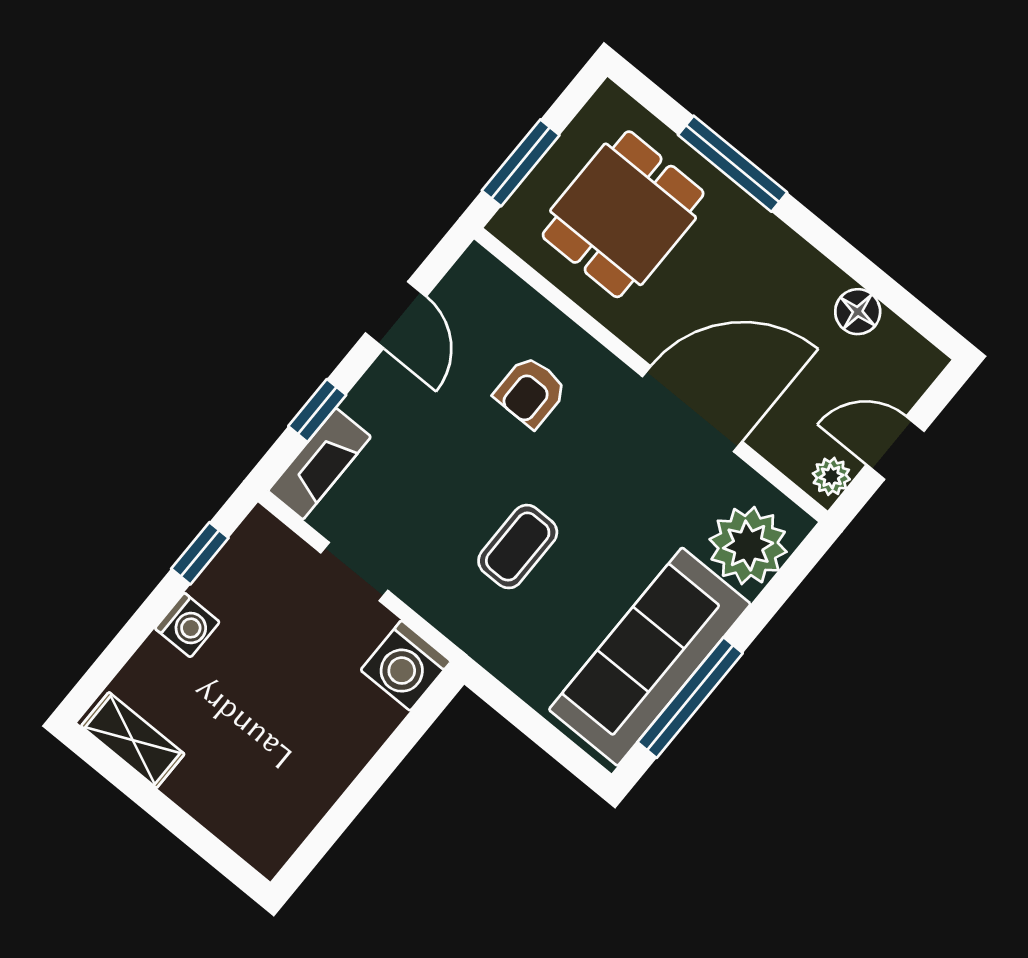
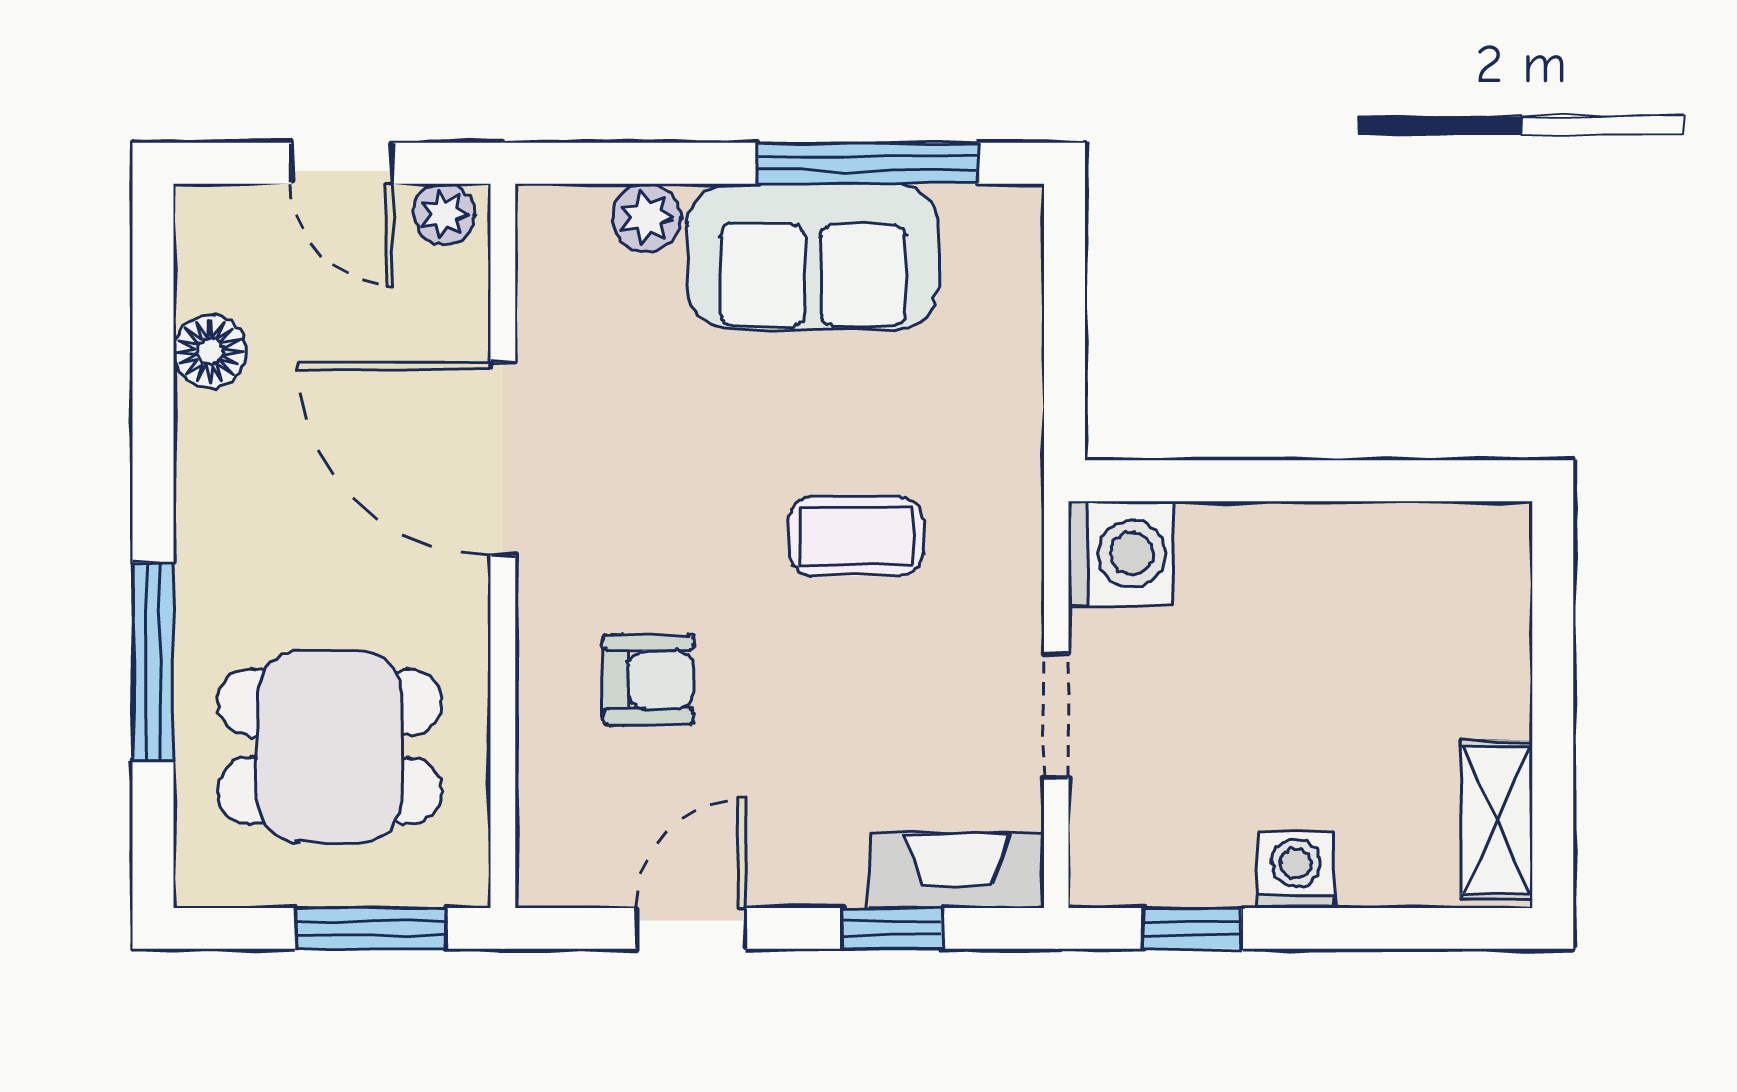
plant: (748, 546) -> (647, 218), width x0.53, depth x0.53
sofa: (650, 657) -> (813, 256), width x0.73

